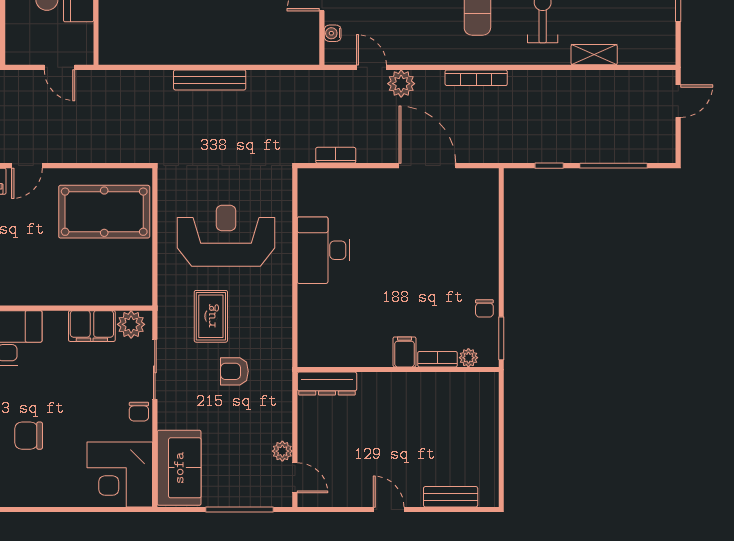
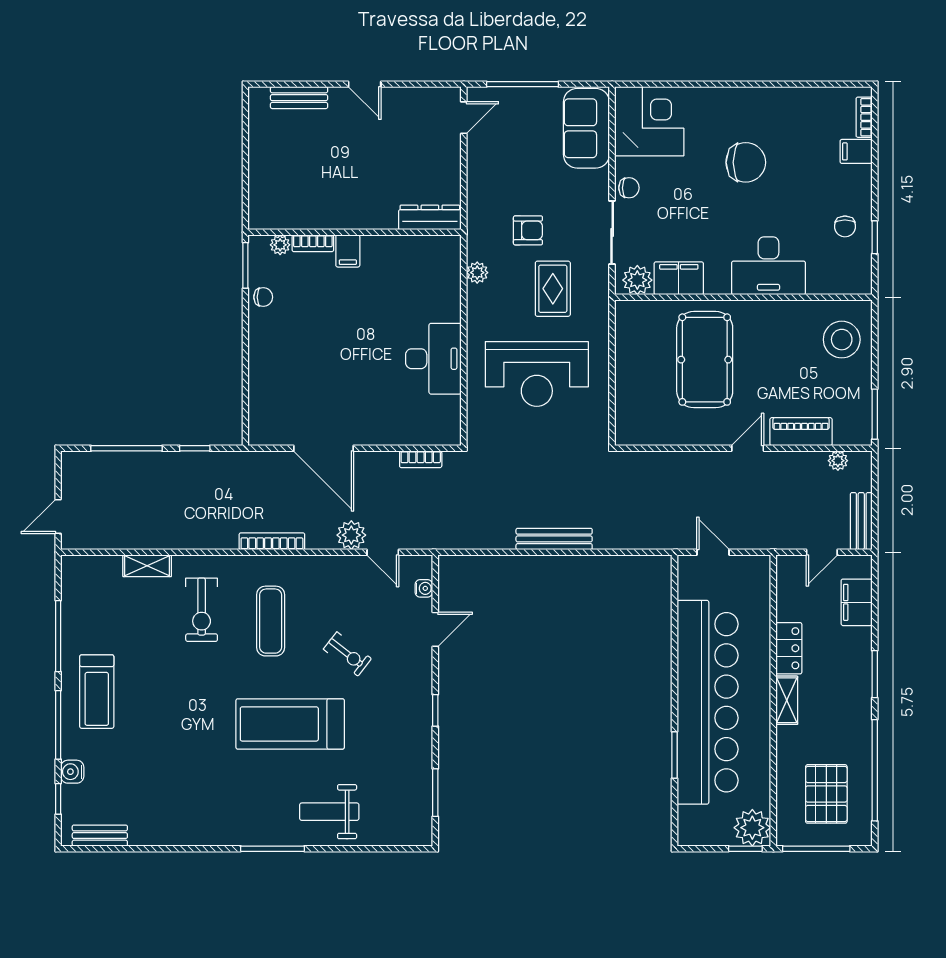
pool table: (104, 212) -> (705, 360), moved, turned 90
chair: (484, 308) -> (263, 297), turned 90
chair: (139, 412) -> (629, 188), turned 90
chair: (29, 436) -> (746, 162), width x1.37, depth x1.37
plant: (282, 451) -> (477, 273), moved
door: (295, 478) -> (464, 118), swing flipped

